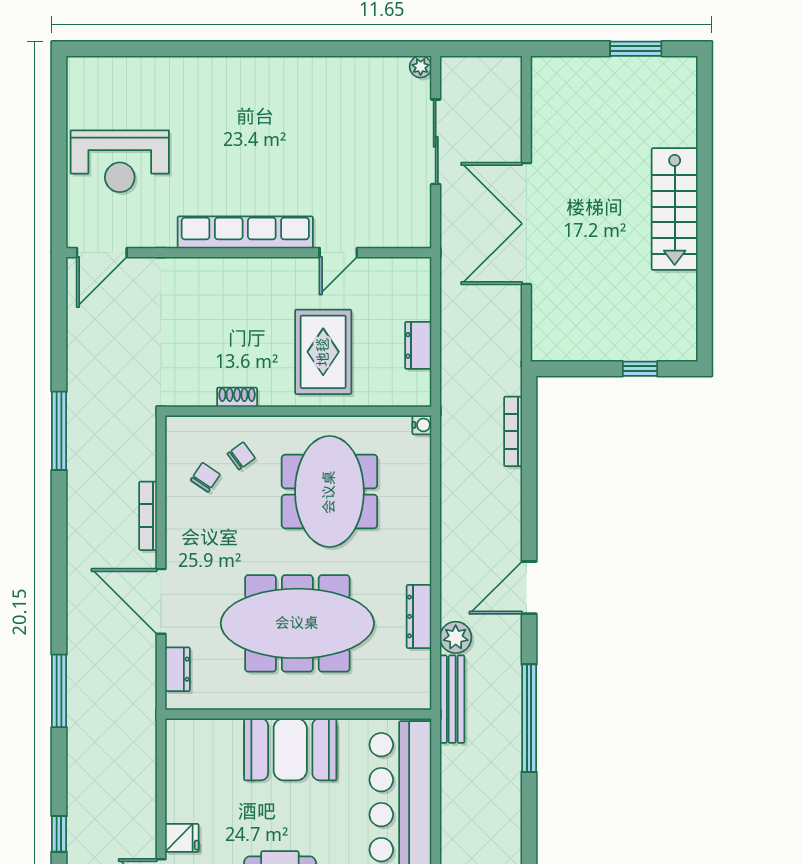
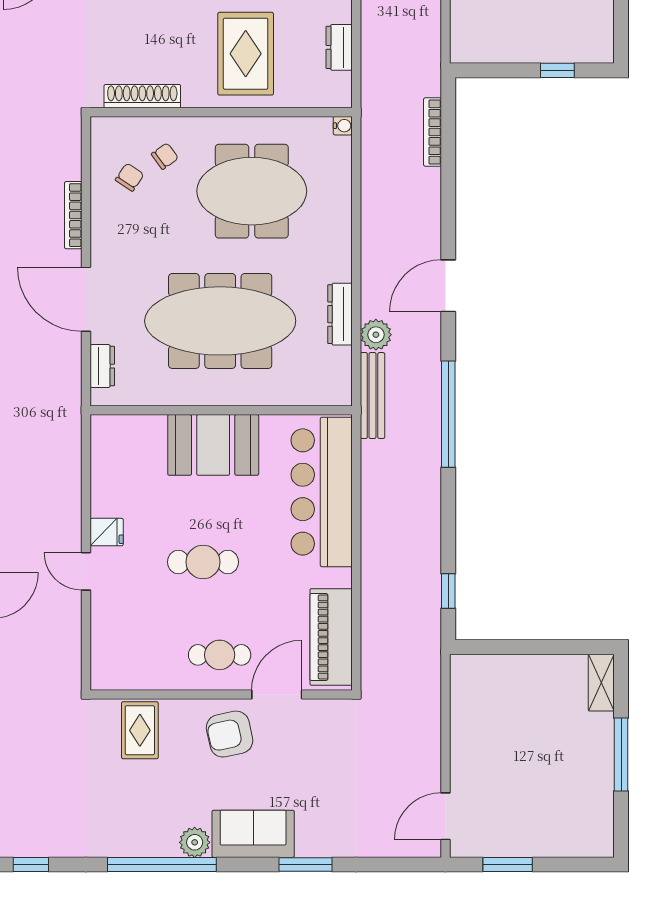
shoe rack: (237, 397) -> (142, 96), width x1.94, depth x1.24
meeting table: (329, 492) -> (252, 191), turned 90

